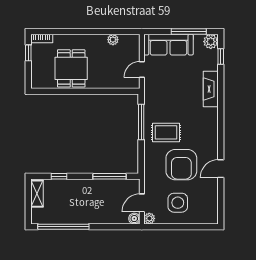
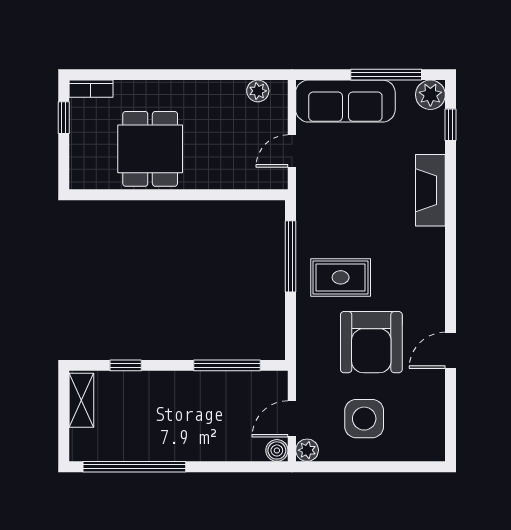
plant: (113, 40) -> (258, 91), moved

